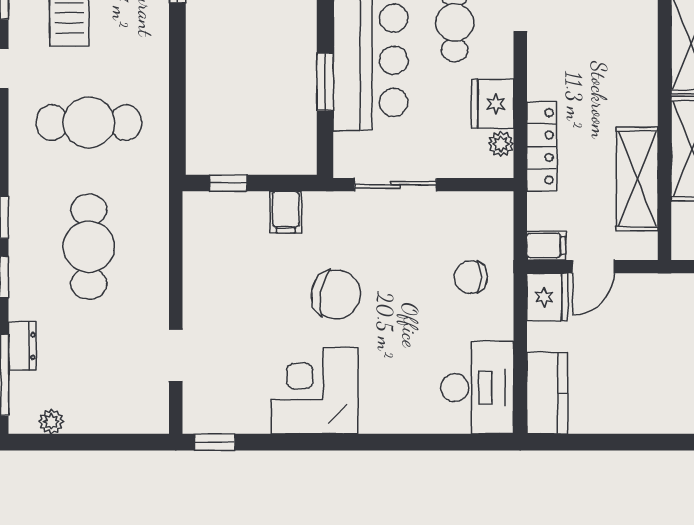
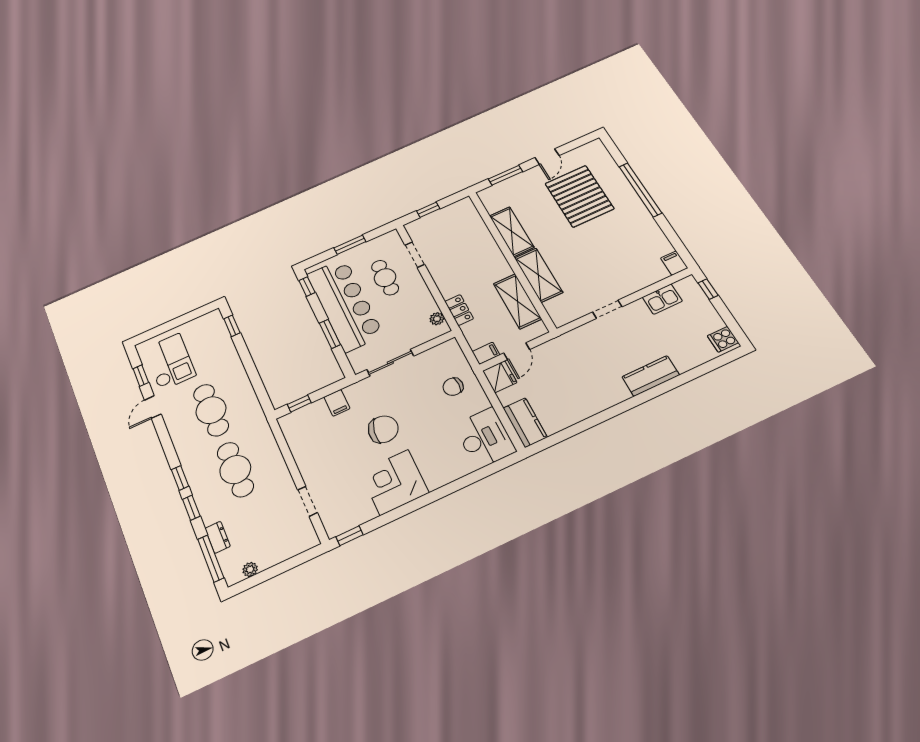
fridge: (492, 104) -> (423, 303), removed
cafe table: (89, 123) -> (211, 410), turned 90
locker: (542, 146) -> (459, 310), width x0.66

